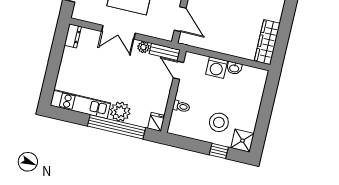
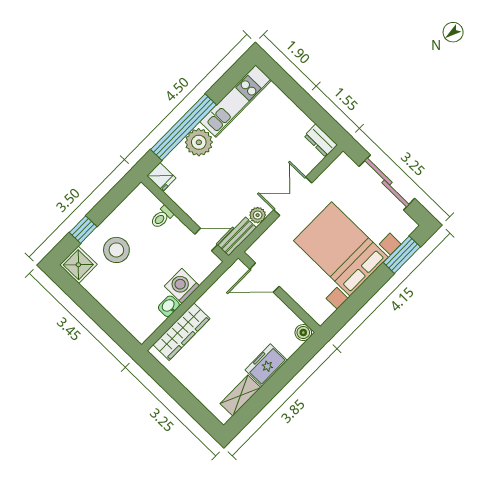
wardrobe: (267, 42) -> (182, 332), moved, turned 90

